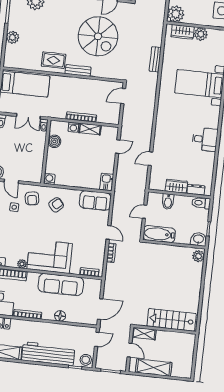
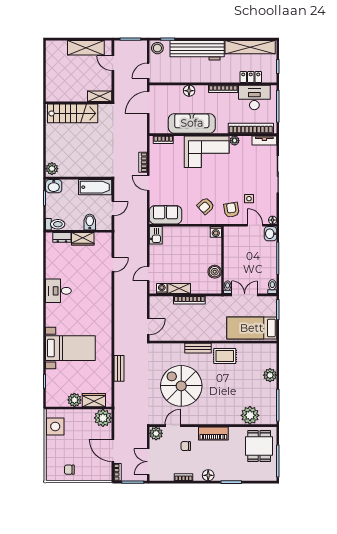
washing machine: (73, 127) -> (162, 289), moved
stairs: (172, 320) -> (73, 113), moved
wall: (165, 329) -> (79, 103), moved
shelving: (144, 333) -> (100, 96), moved

